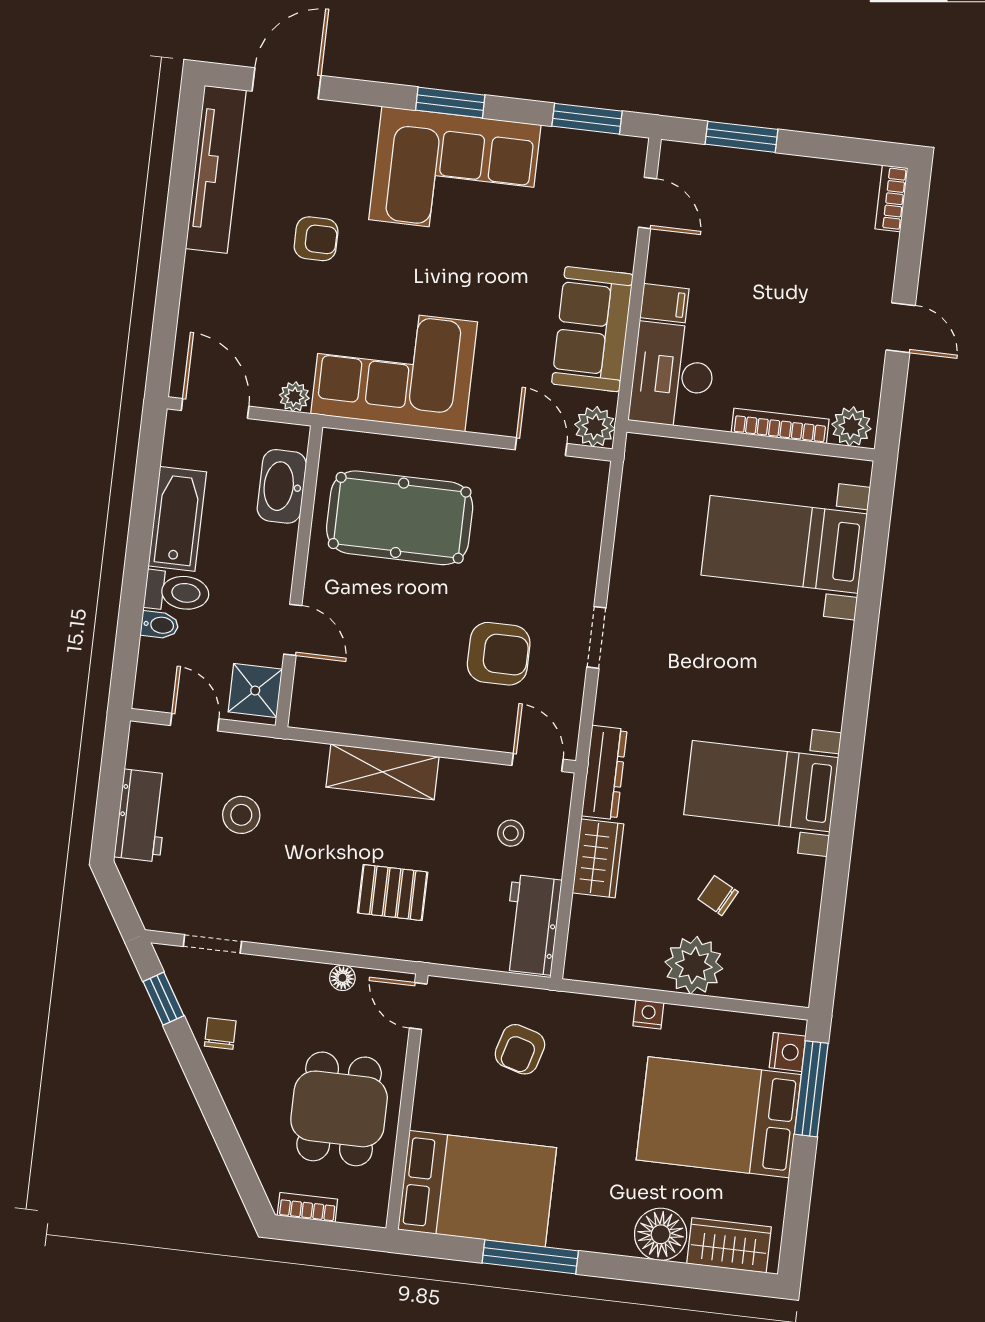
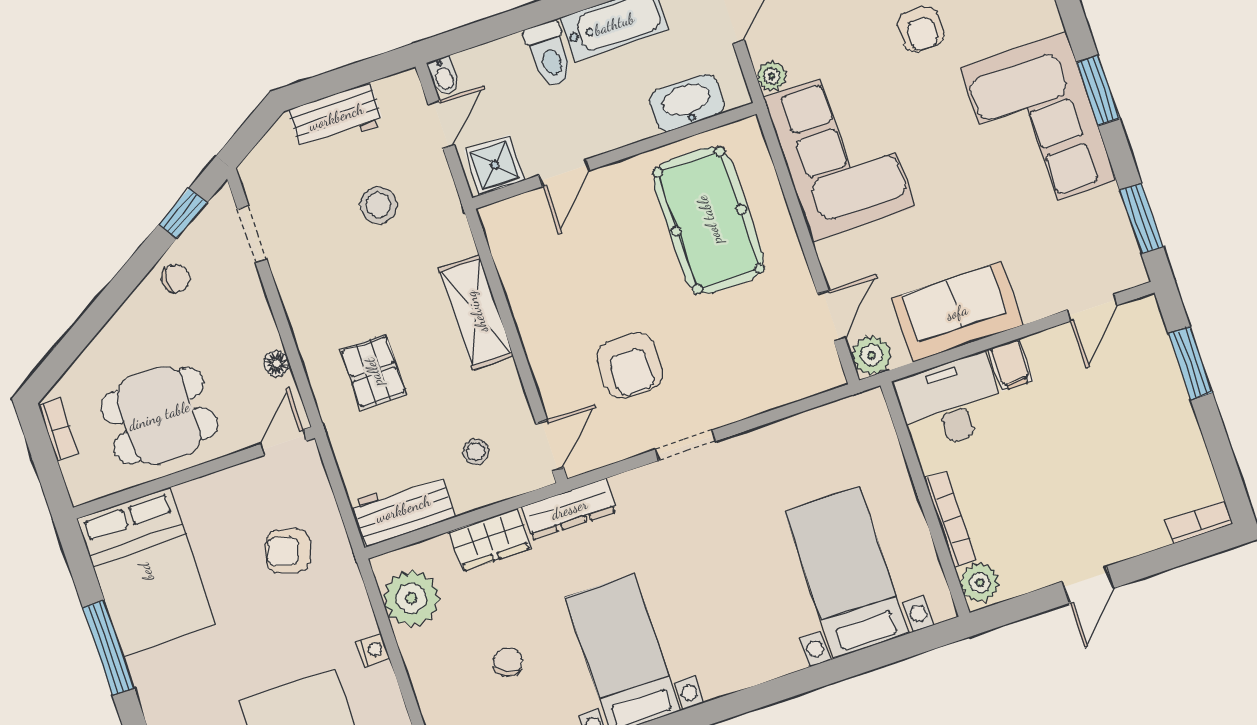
bidet: (160, 625) -> (444, 76), moved
plant: (694, 965) -> (411, 598), moved

